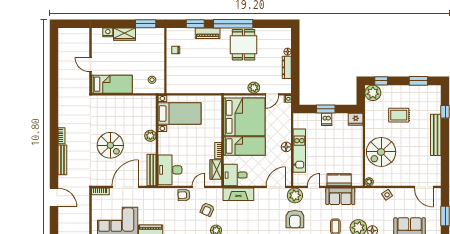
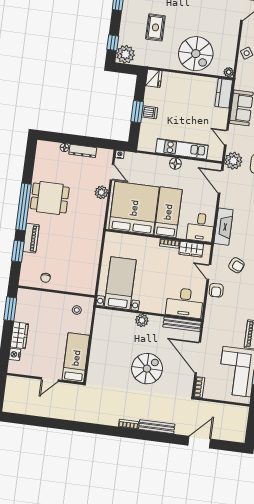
kitchen counter: (339, 180) -> (224, 93), moved

